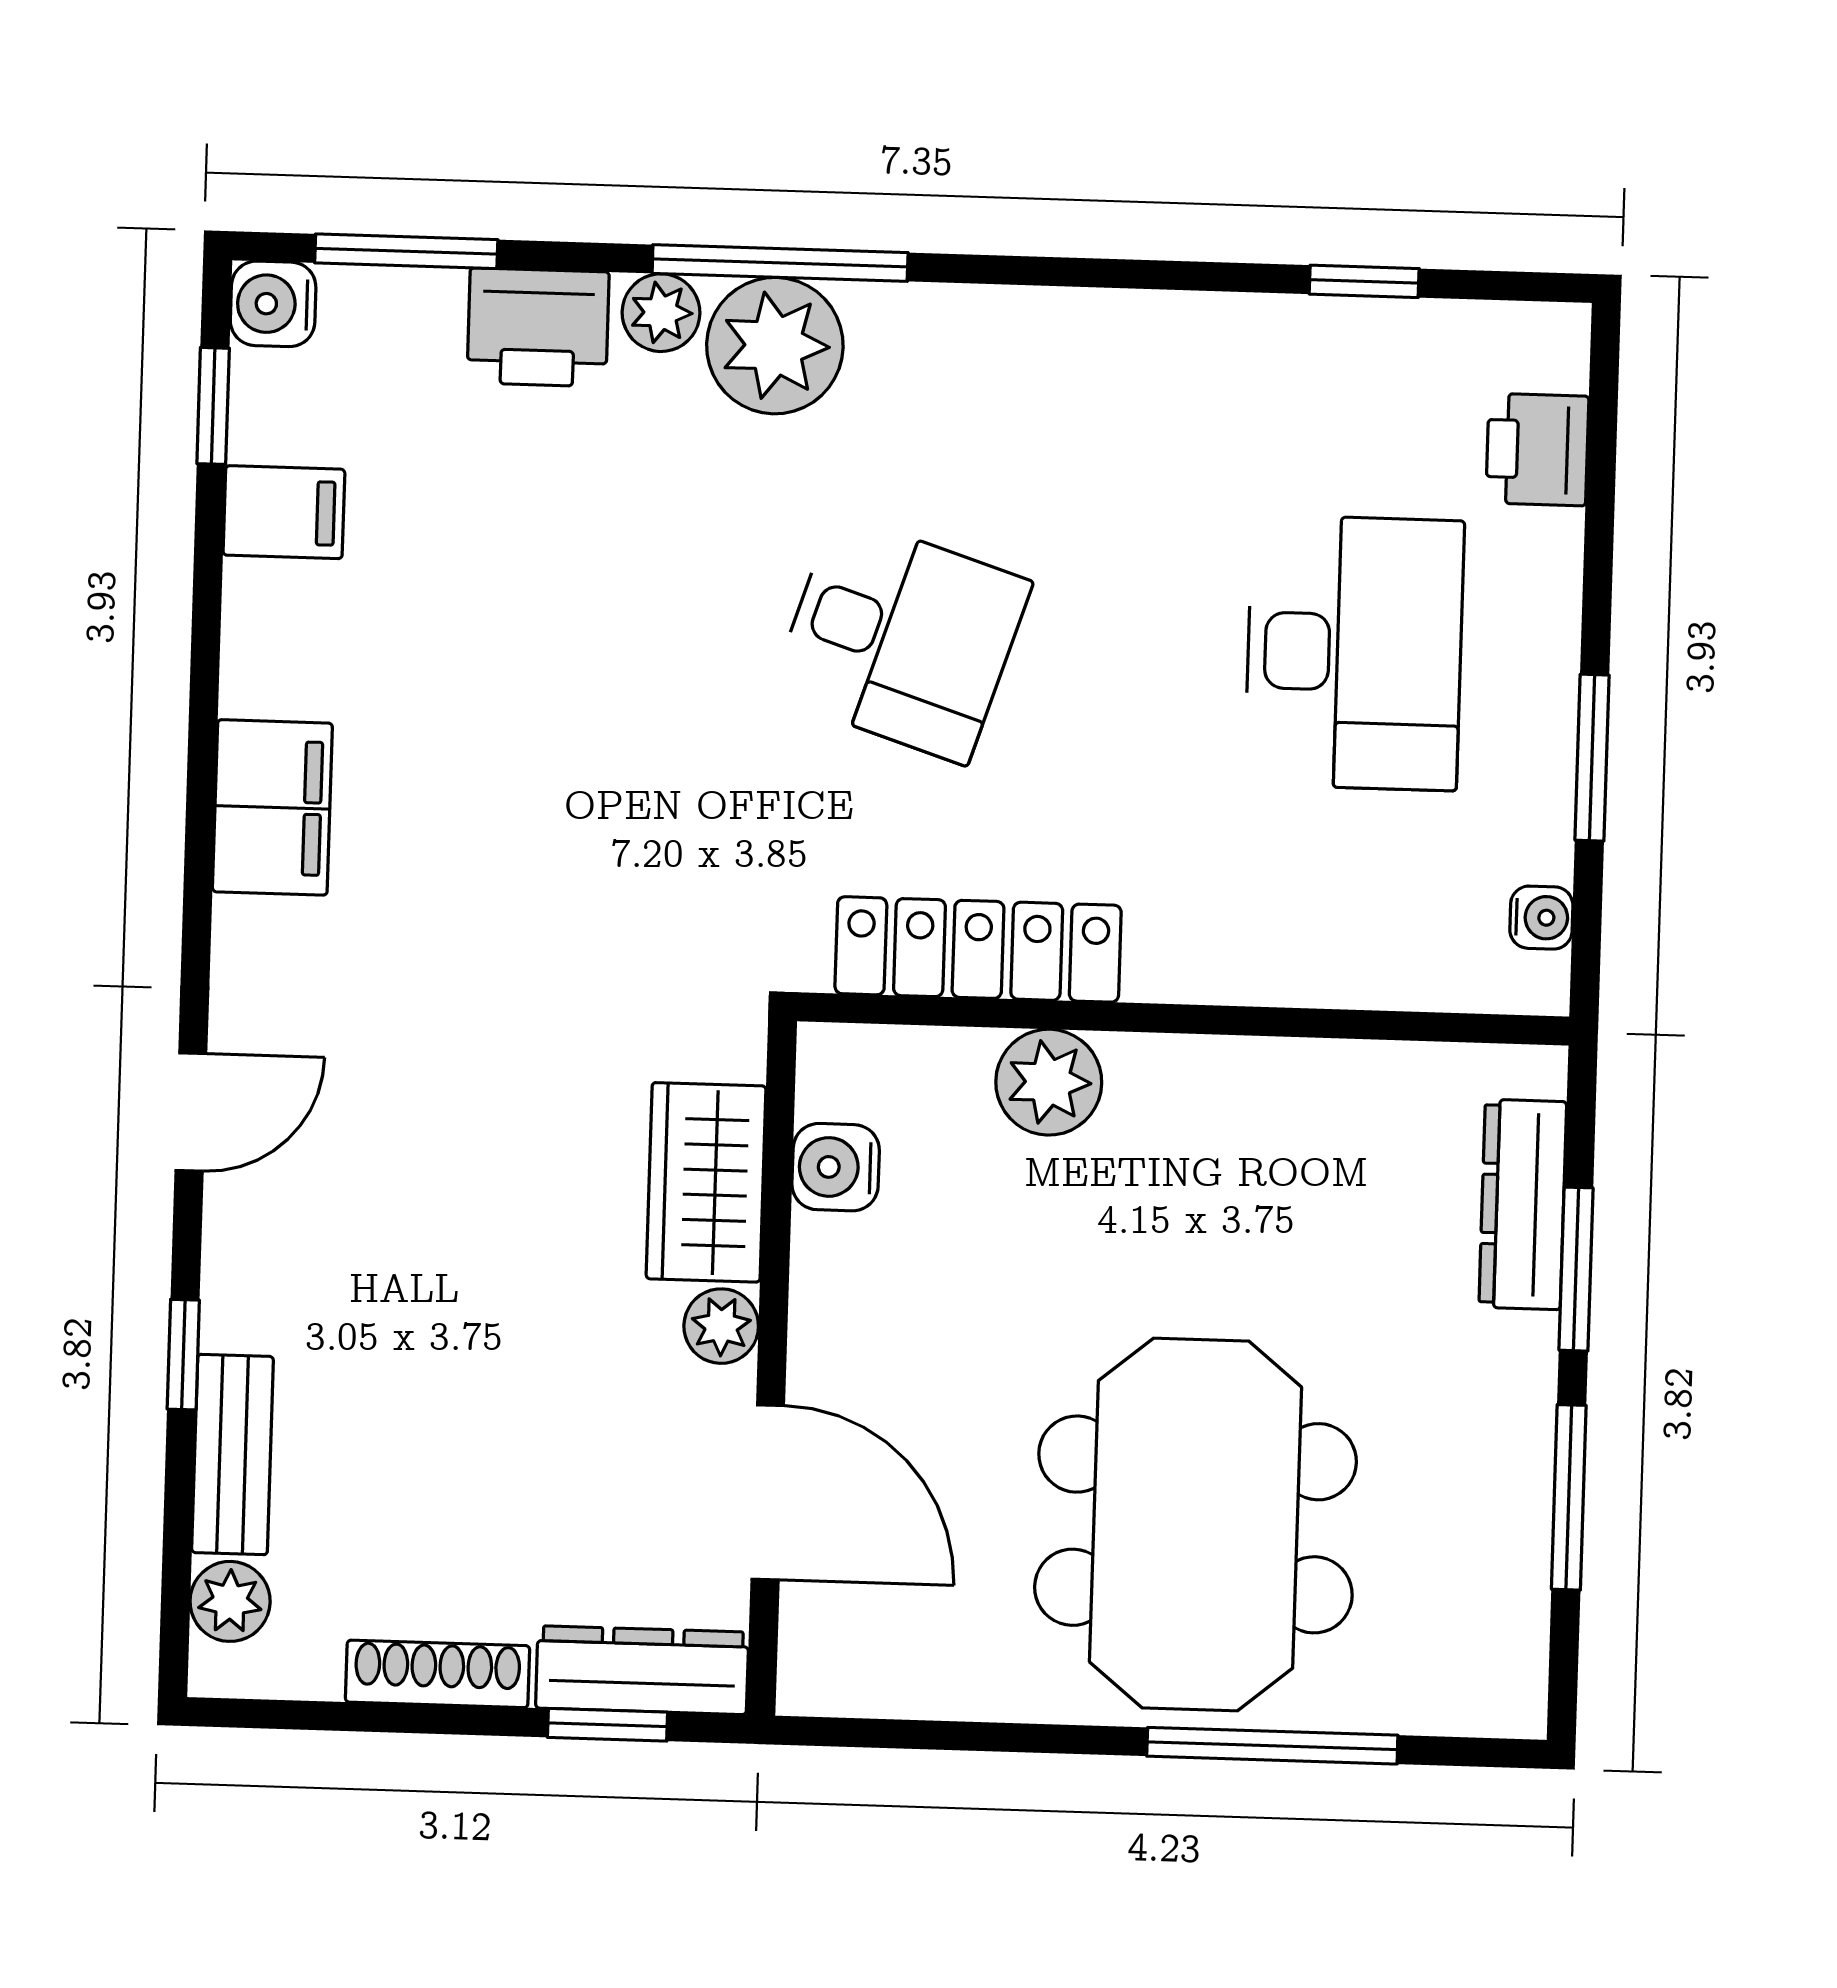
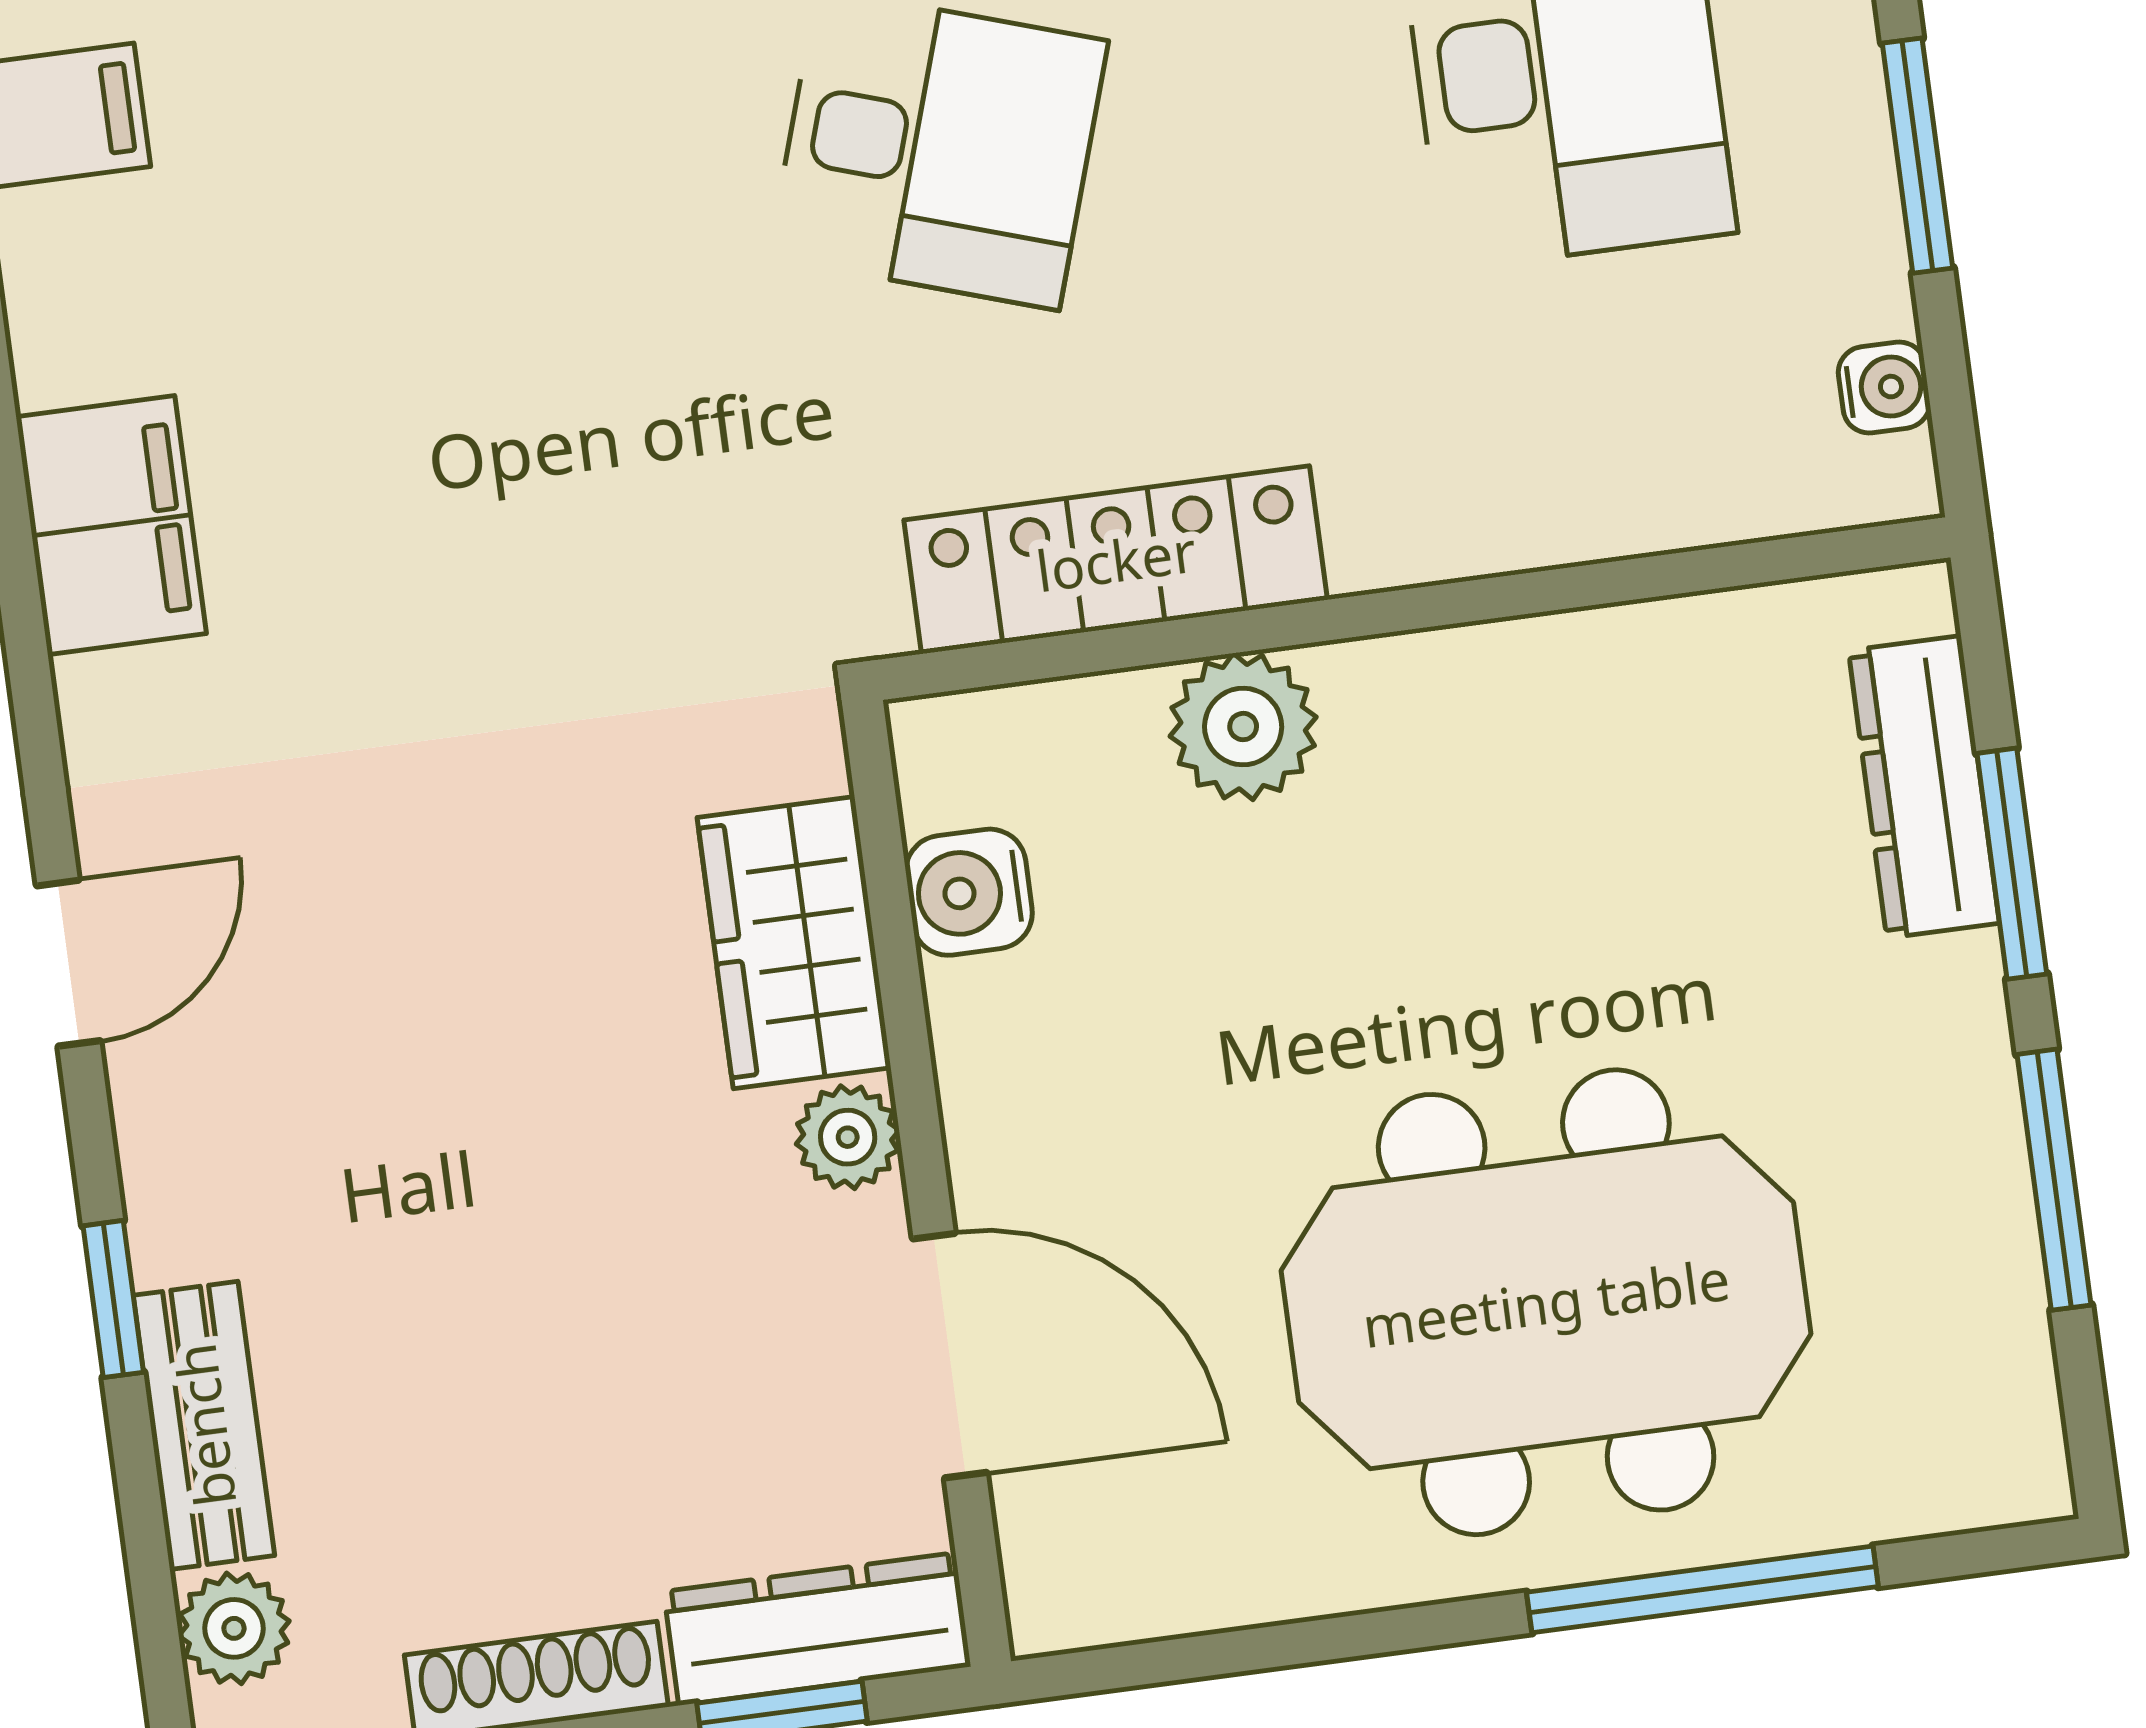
meeting table: (1195, 1524) -> (1546, 1302), turned 90

